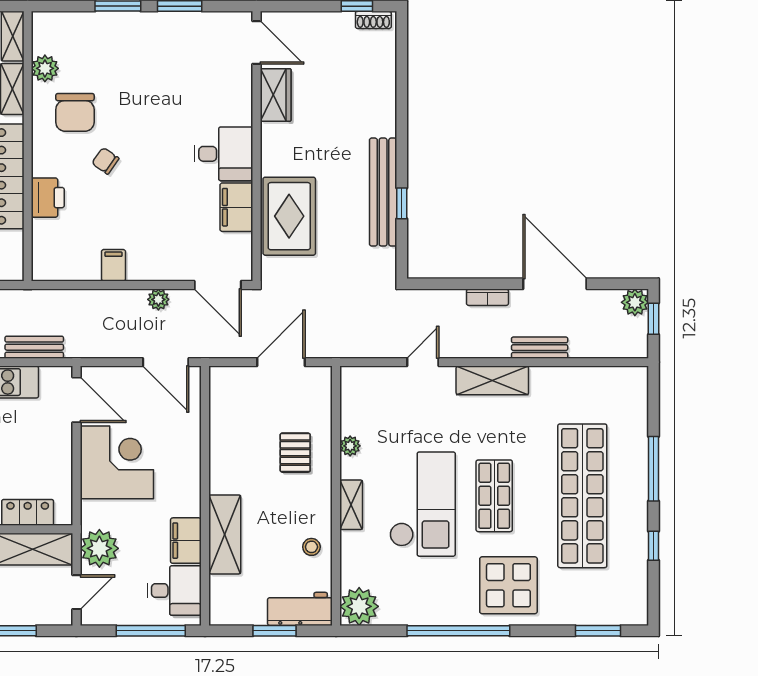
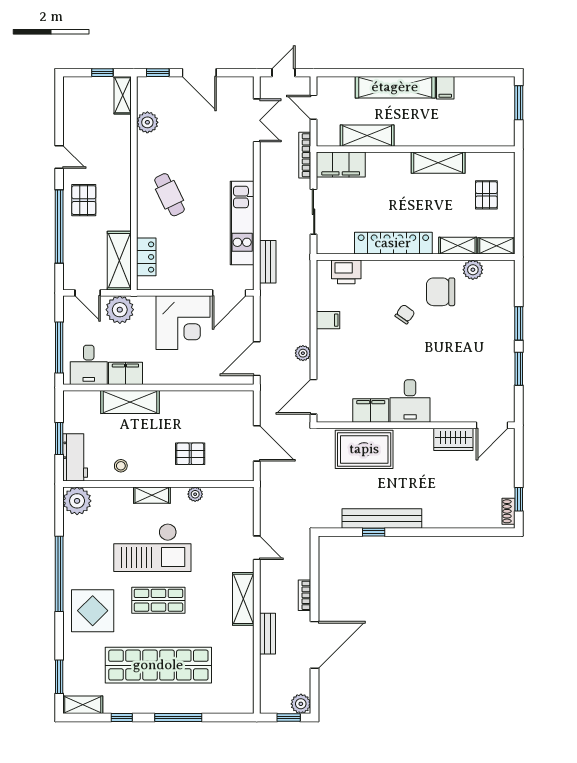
printer: (48, 198) -> (346, 272), moved
shelving: (636, 599) -> (83, 705), added

